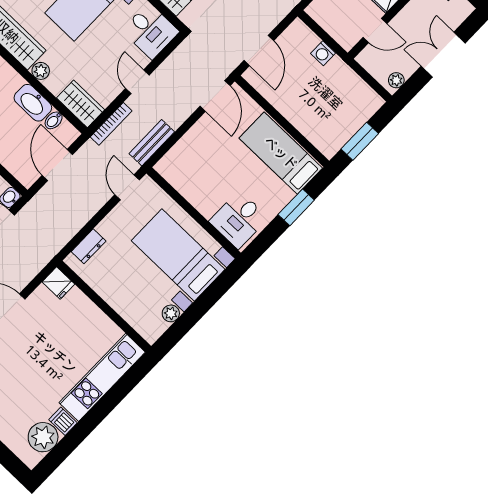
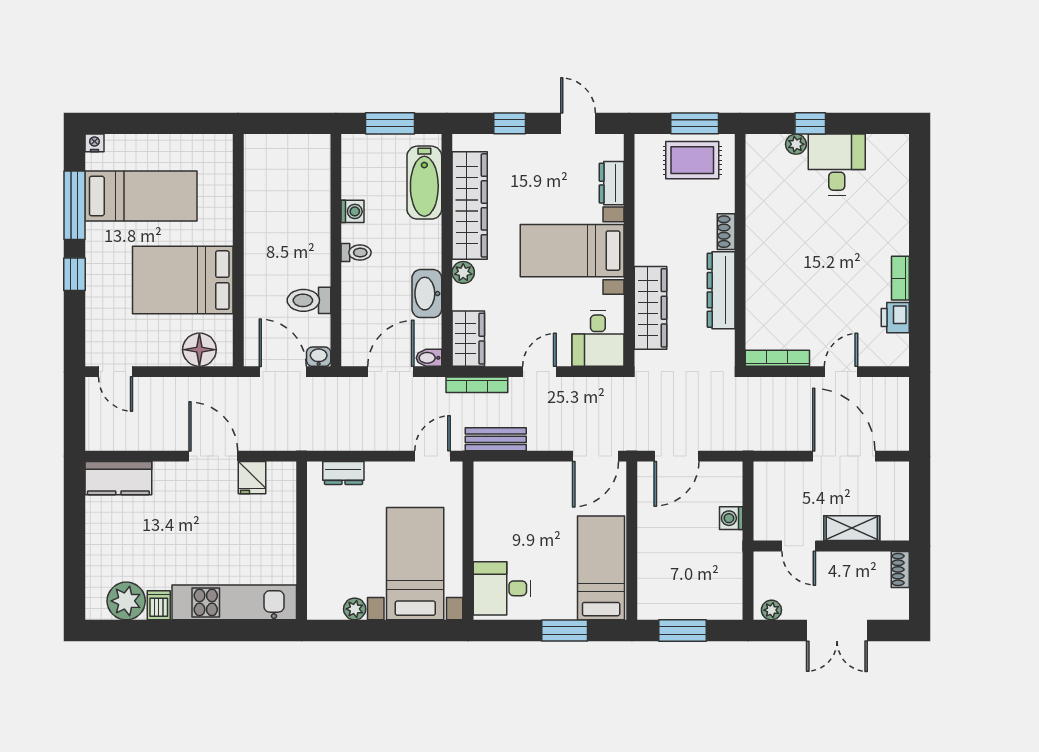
double door: (443, 55) -> (837, 631), swing flipped
bidet: (54, 120) -> (429, 358), moved
fridge: (58, 283) -> (252, 478), moved

